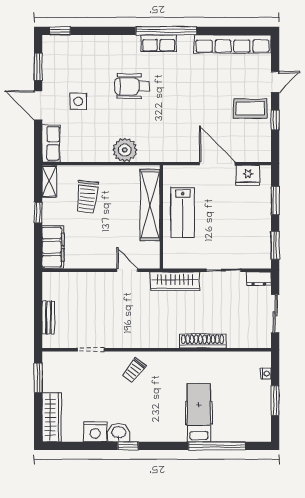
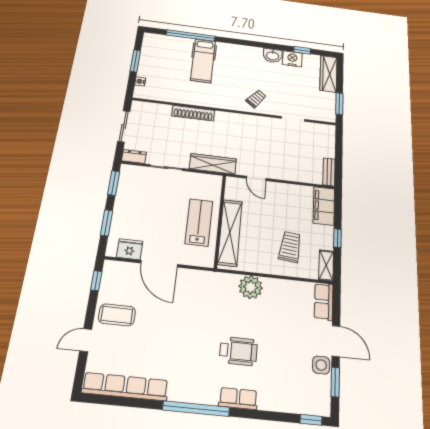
row of seats: (159, 43) -> (238, 398), moved
side table: (78, 101) -> (321, 365), moved
window: (275, 120) -> (96, 281), moved
bench: (48, 318) -> (329, 172), moved
window: (128, 446) -> (302, 50), moved

